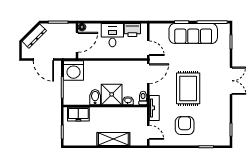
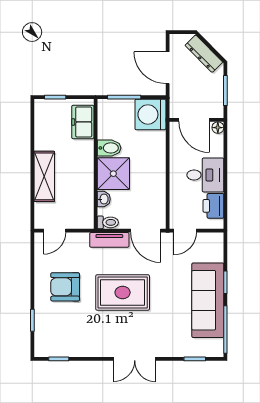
door: (43, 59) -> (168, 68), hinge flipped
tv unit: (154, 108) -> (109, 240), moved
armchair: (185, 125) -> (65, 287), turned 180

